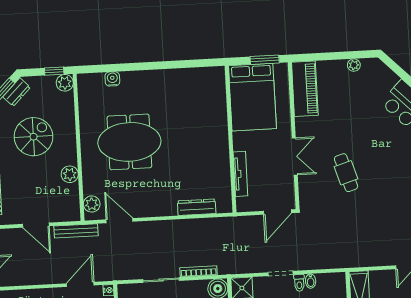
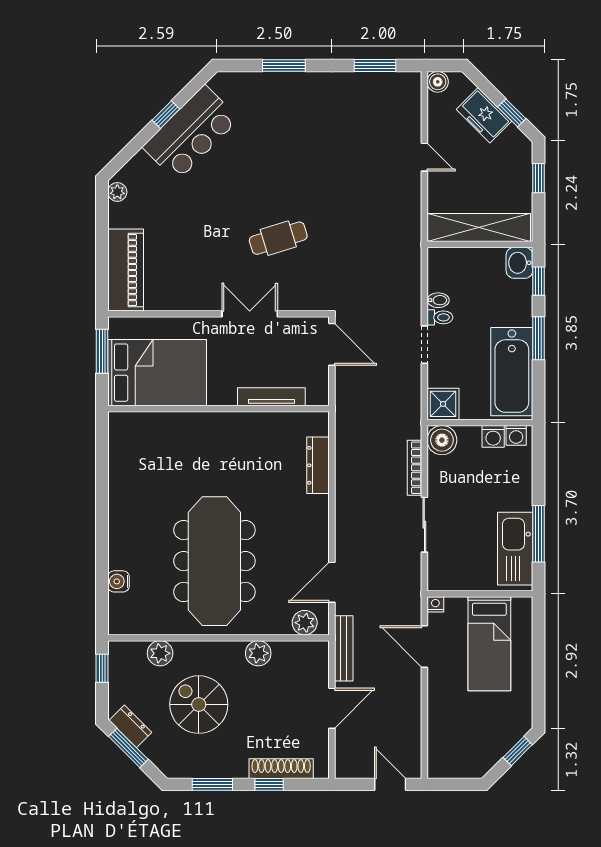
plant: (354, 65) -> (117, 192), moved
plant: (65, 83) -> (160, 653), moved
piano: (305, 89) -> (126, 270), moved, turned 90
meeting table: (129, 142) -> (214, 561), width x1.36

